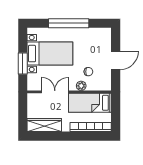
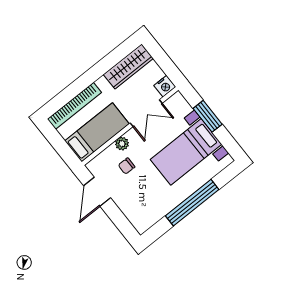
door: (116, 60) -> (97, 192), moved
nightstand: (33, 98) -> (165, 86), added

